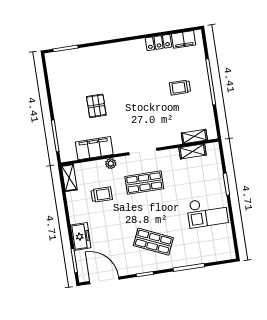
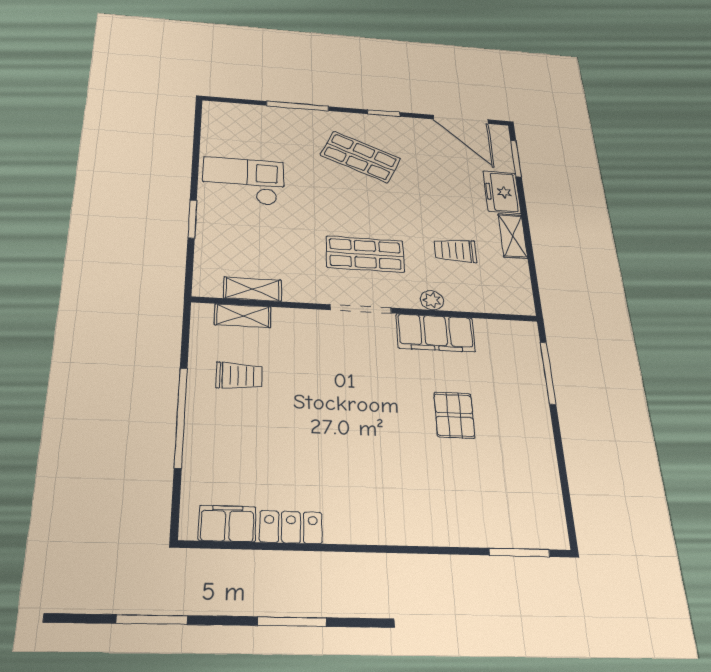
trolley: (180, 87) -> (239, 376), moved
filing cabinet: (94, 148) -> (436, 333), moved
shelving: (69, 178) -> (513, 236), moved

